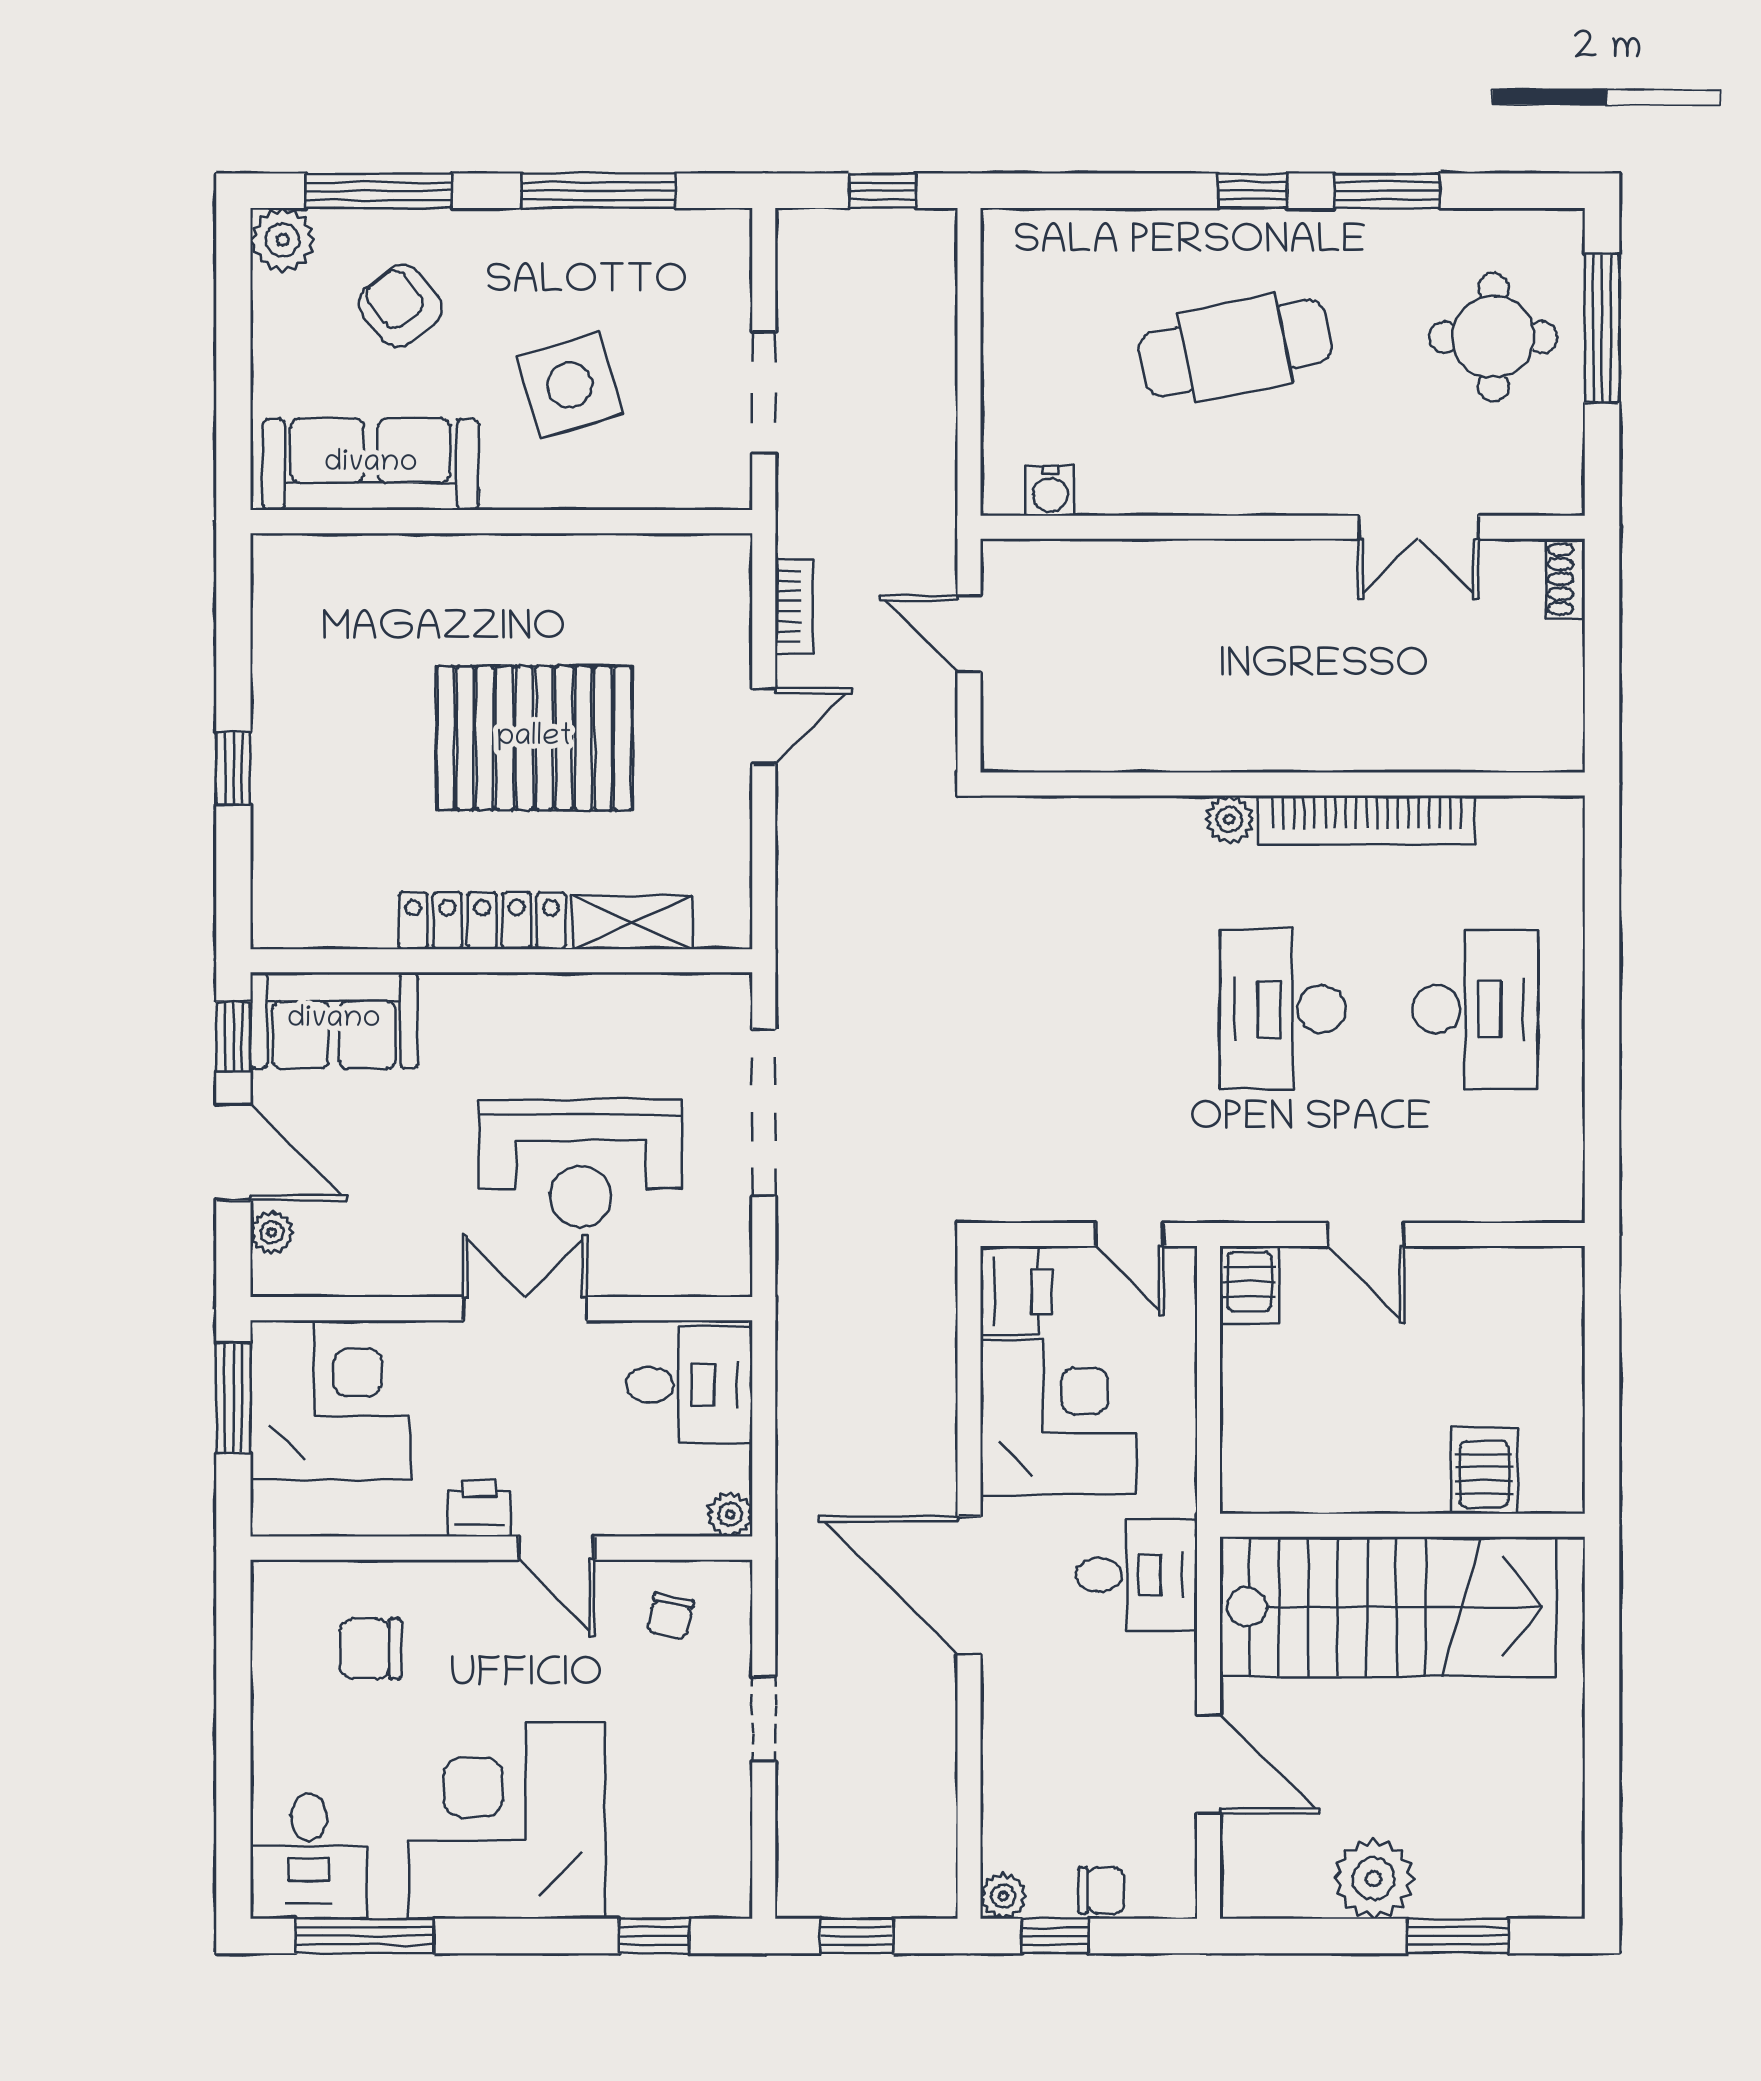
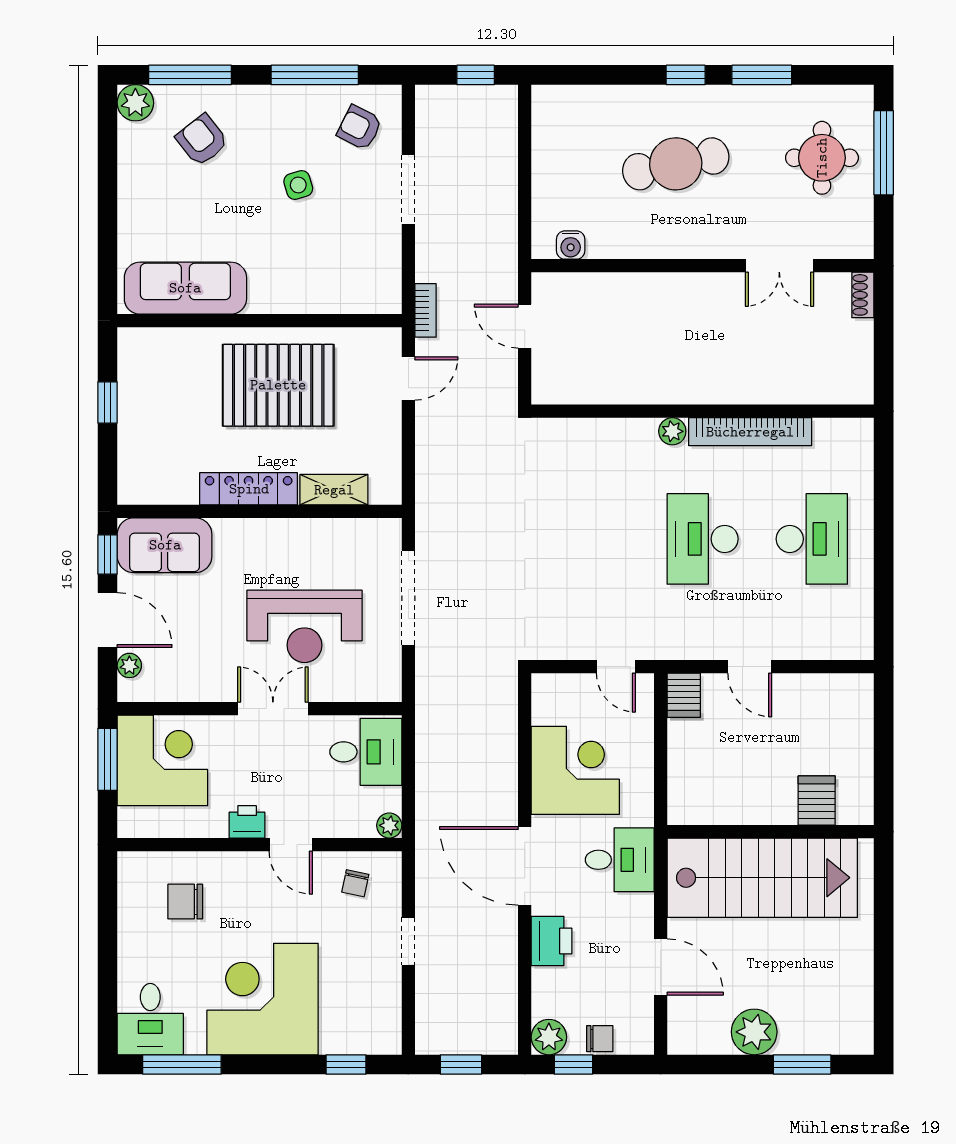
armchair: (678, 284) -> (360, 128), added
side table: (570, 385) -> (298, 185), width x0.54, depth x0.54
sofa: (371, 464) -> (185, 288), moved
wall: (501, 522) -> (260, 321), moved
printer: (1016, 1291) -> (552, 941), moved
plant: (1003, 1896) -> (549, 1037), width x1.38, depth x1.38

